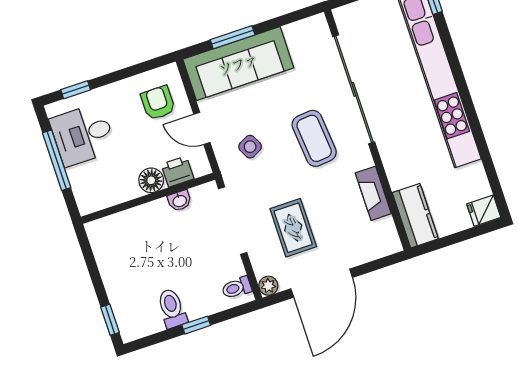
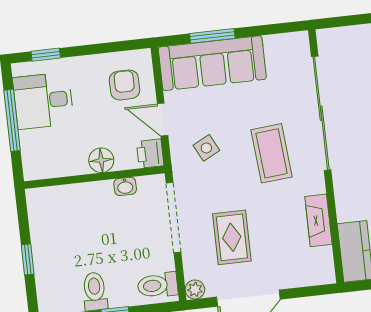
printer: (177, 172) -> (150, 154), moved, turned -90
toilet: (237, 288) -> (158, 285), width x1.37, depth x1.39
window: (110, 320) -> (28, 259), moved

